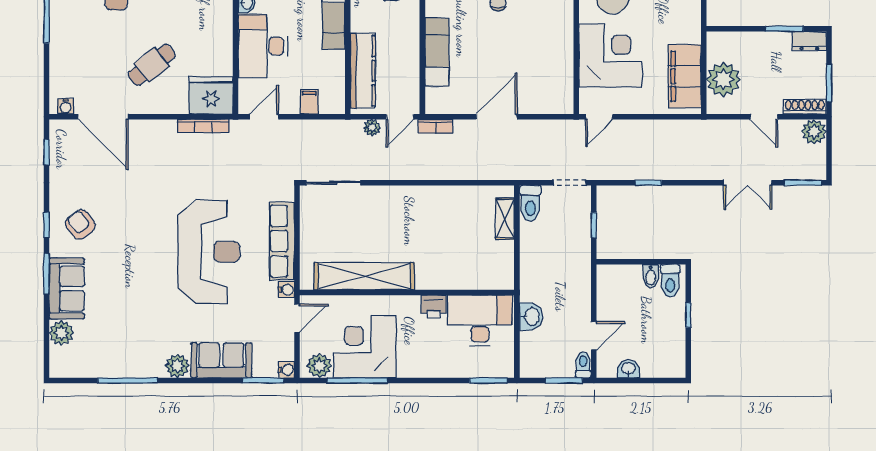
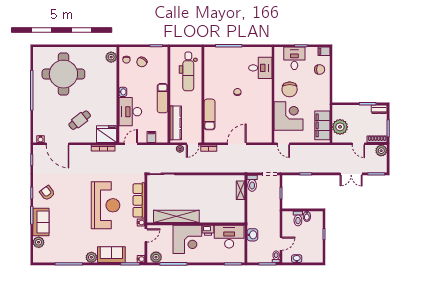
door: (599, 117) -> (283, 144), hinge flipped
toilet: (670, 281) -> (298, 219), moved
corner desk: (365, 347) -> (187, 239), moved, turned 180

